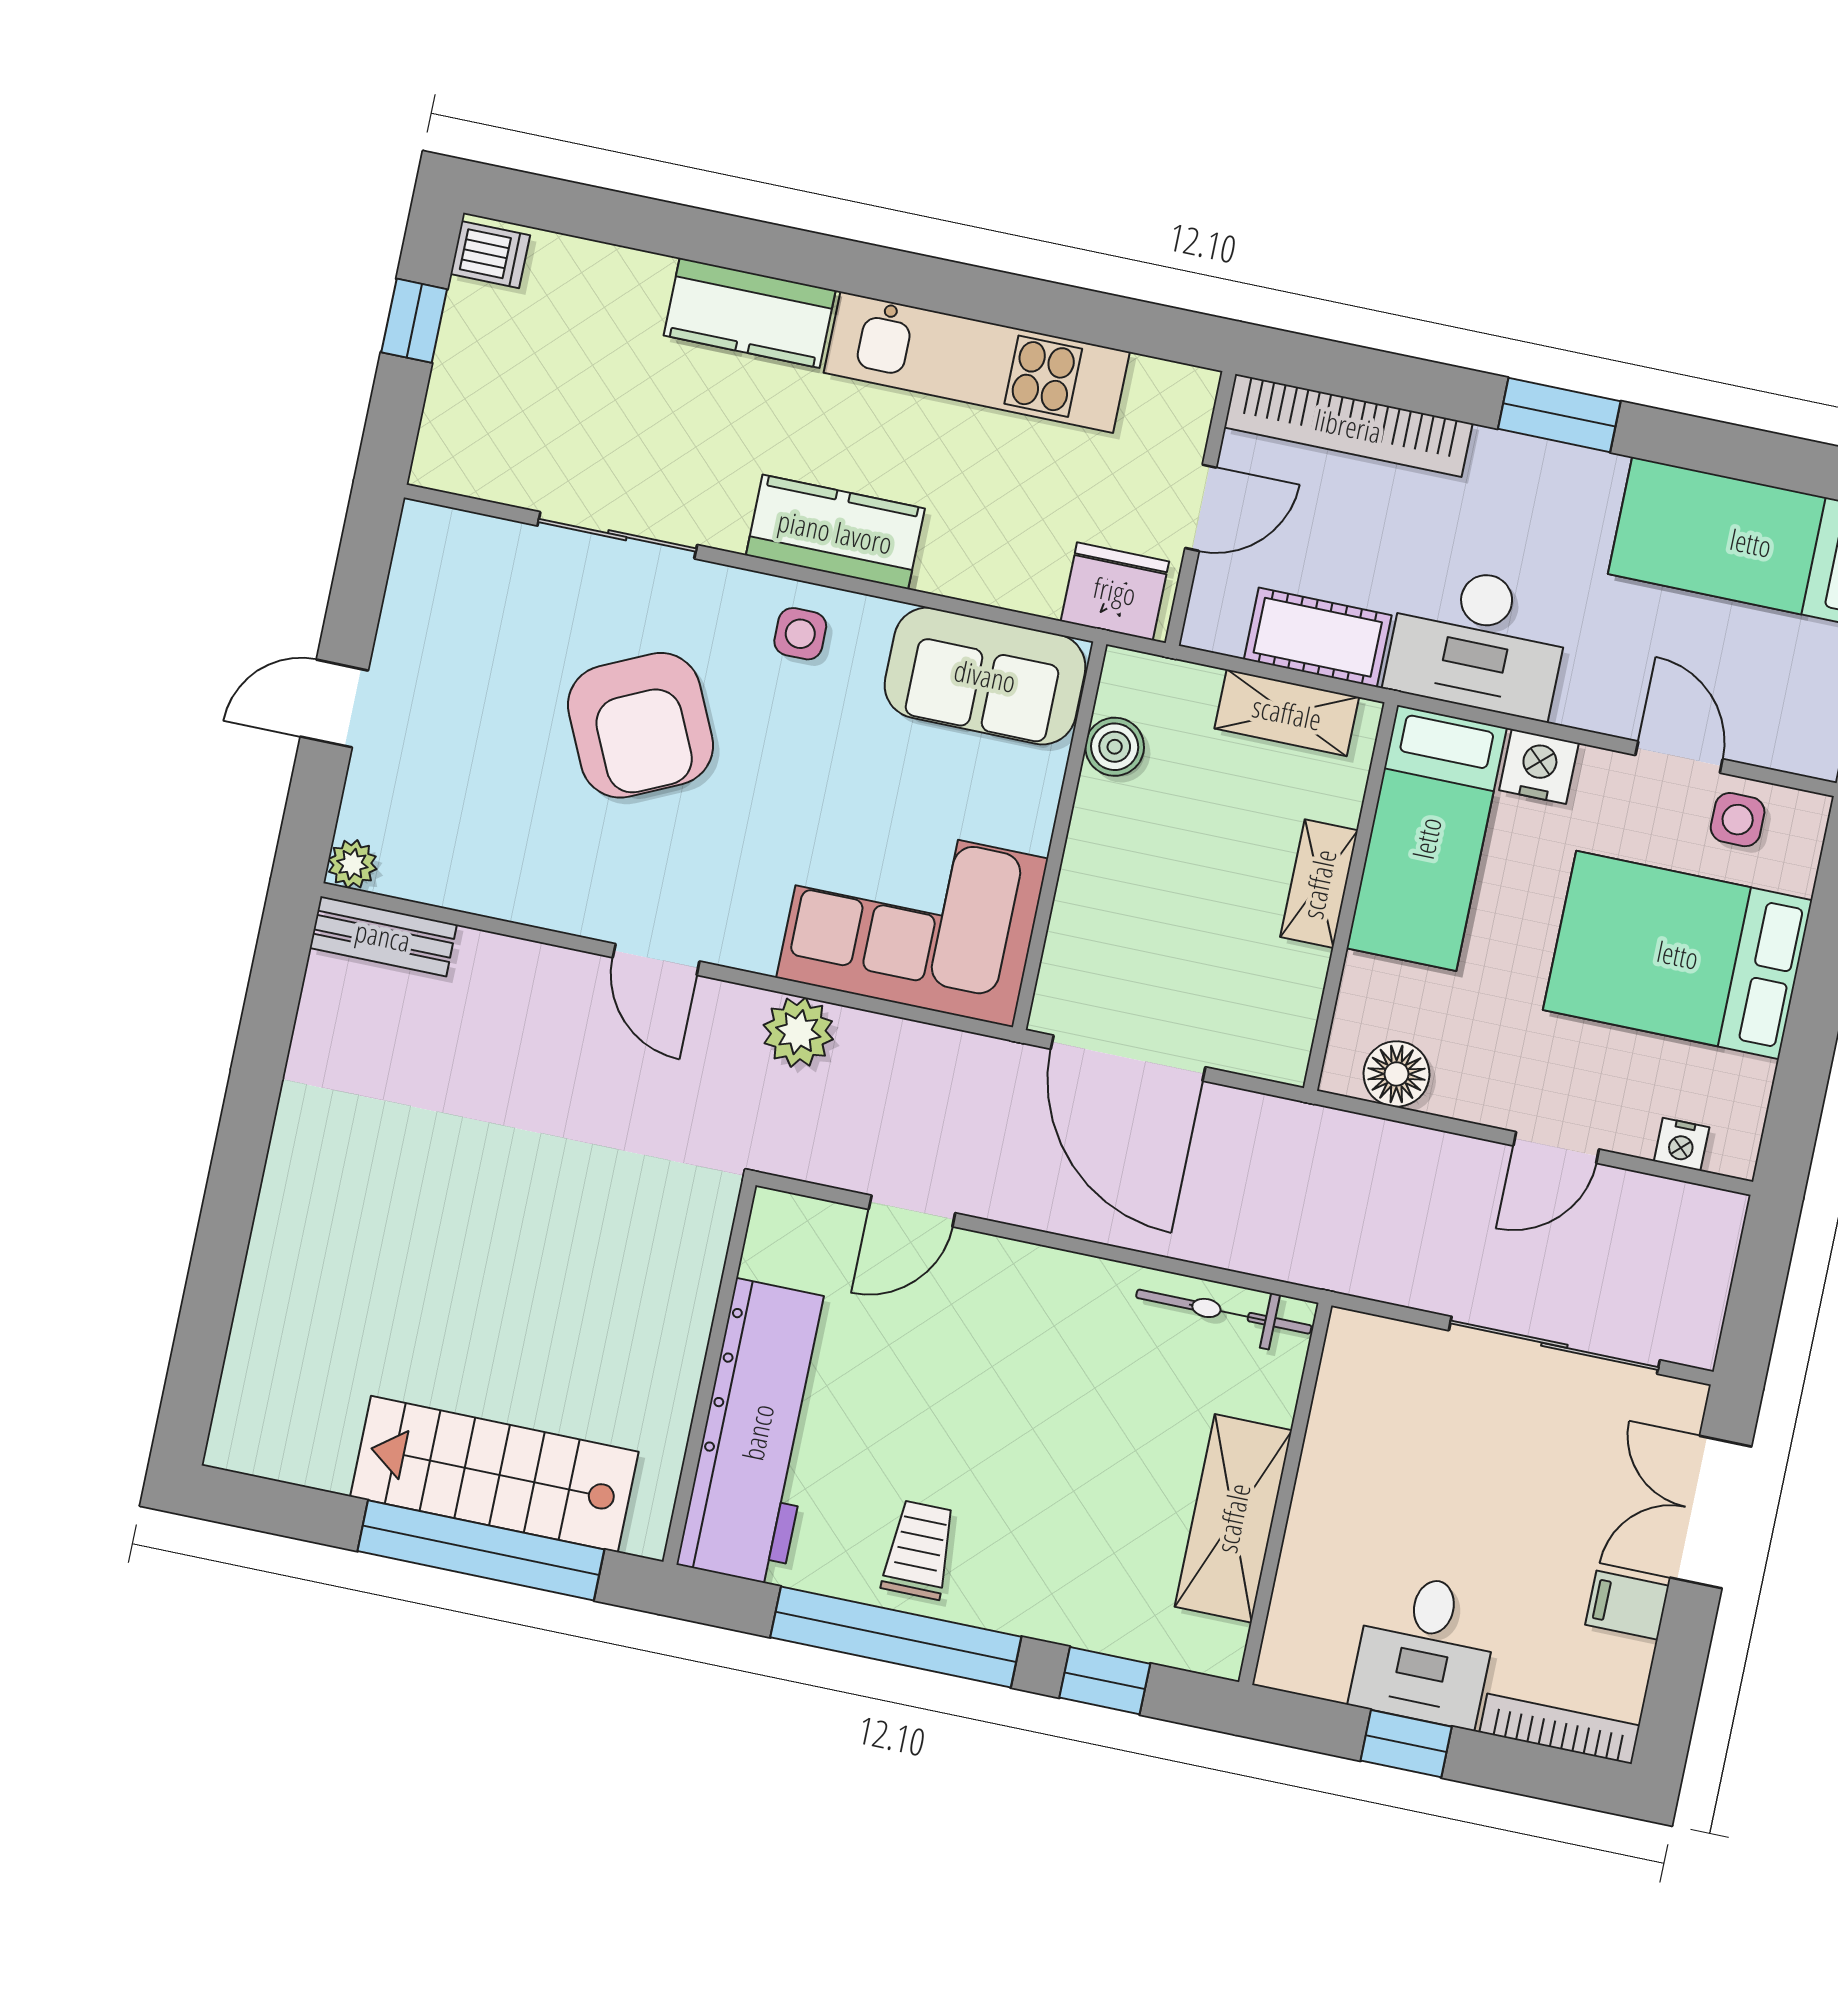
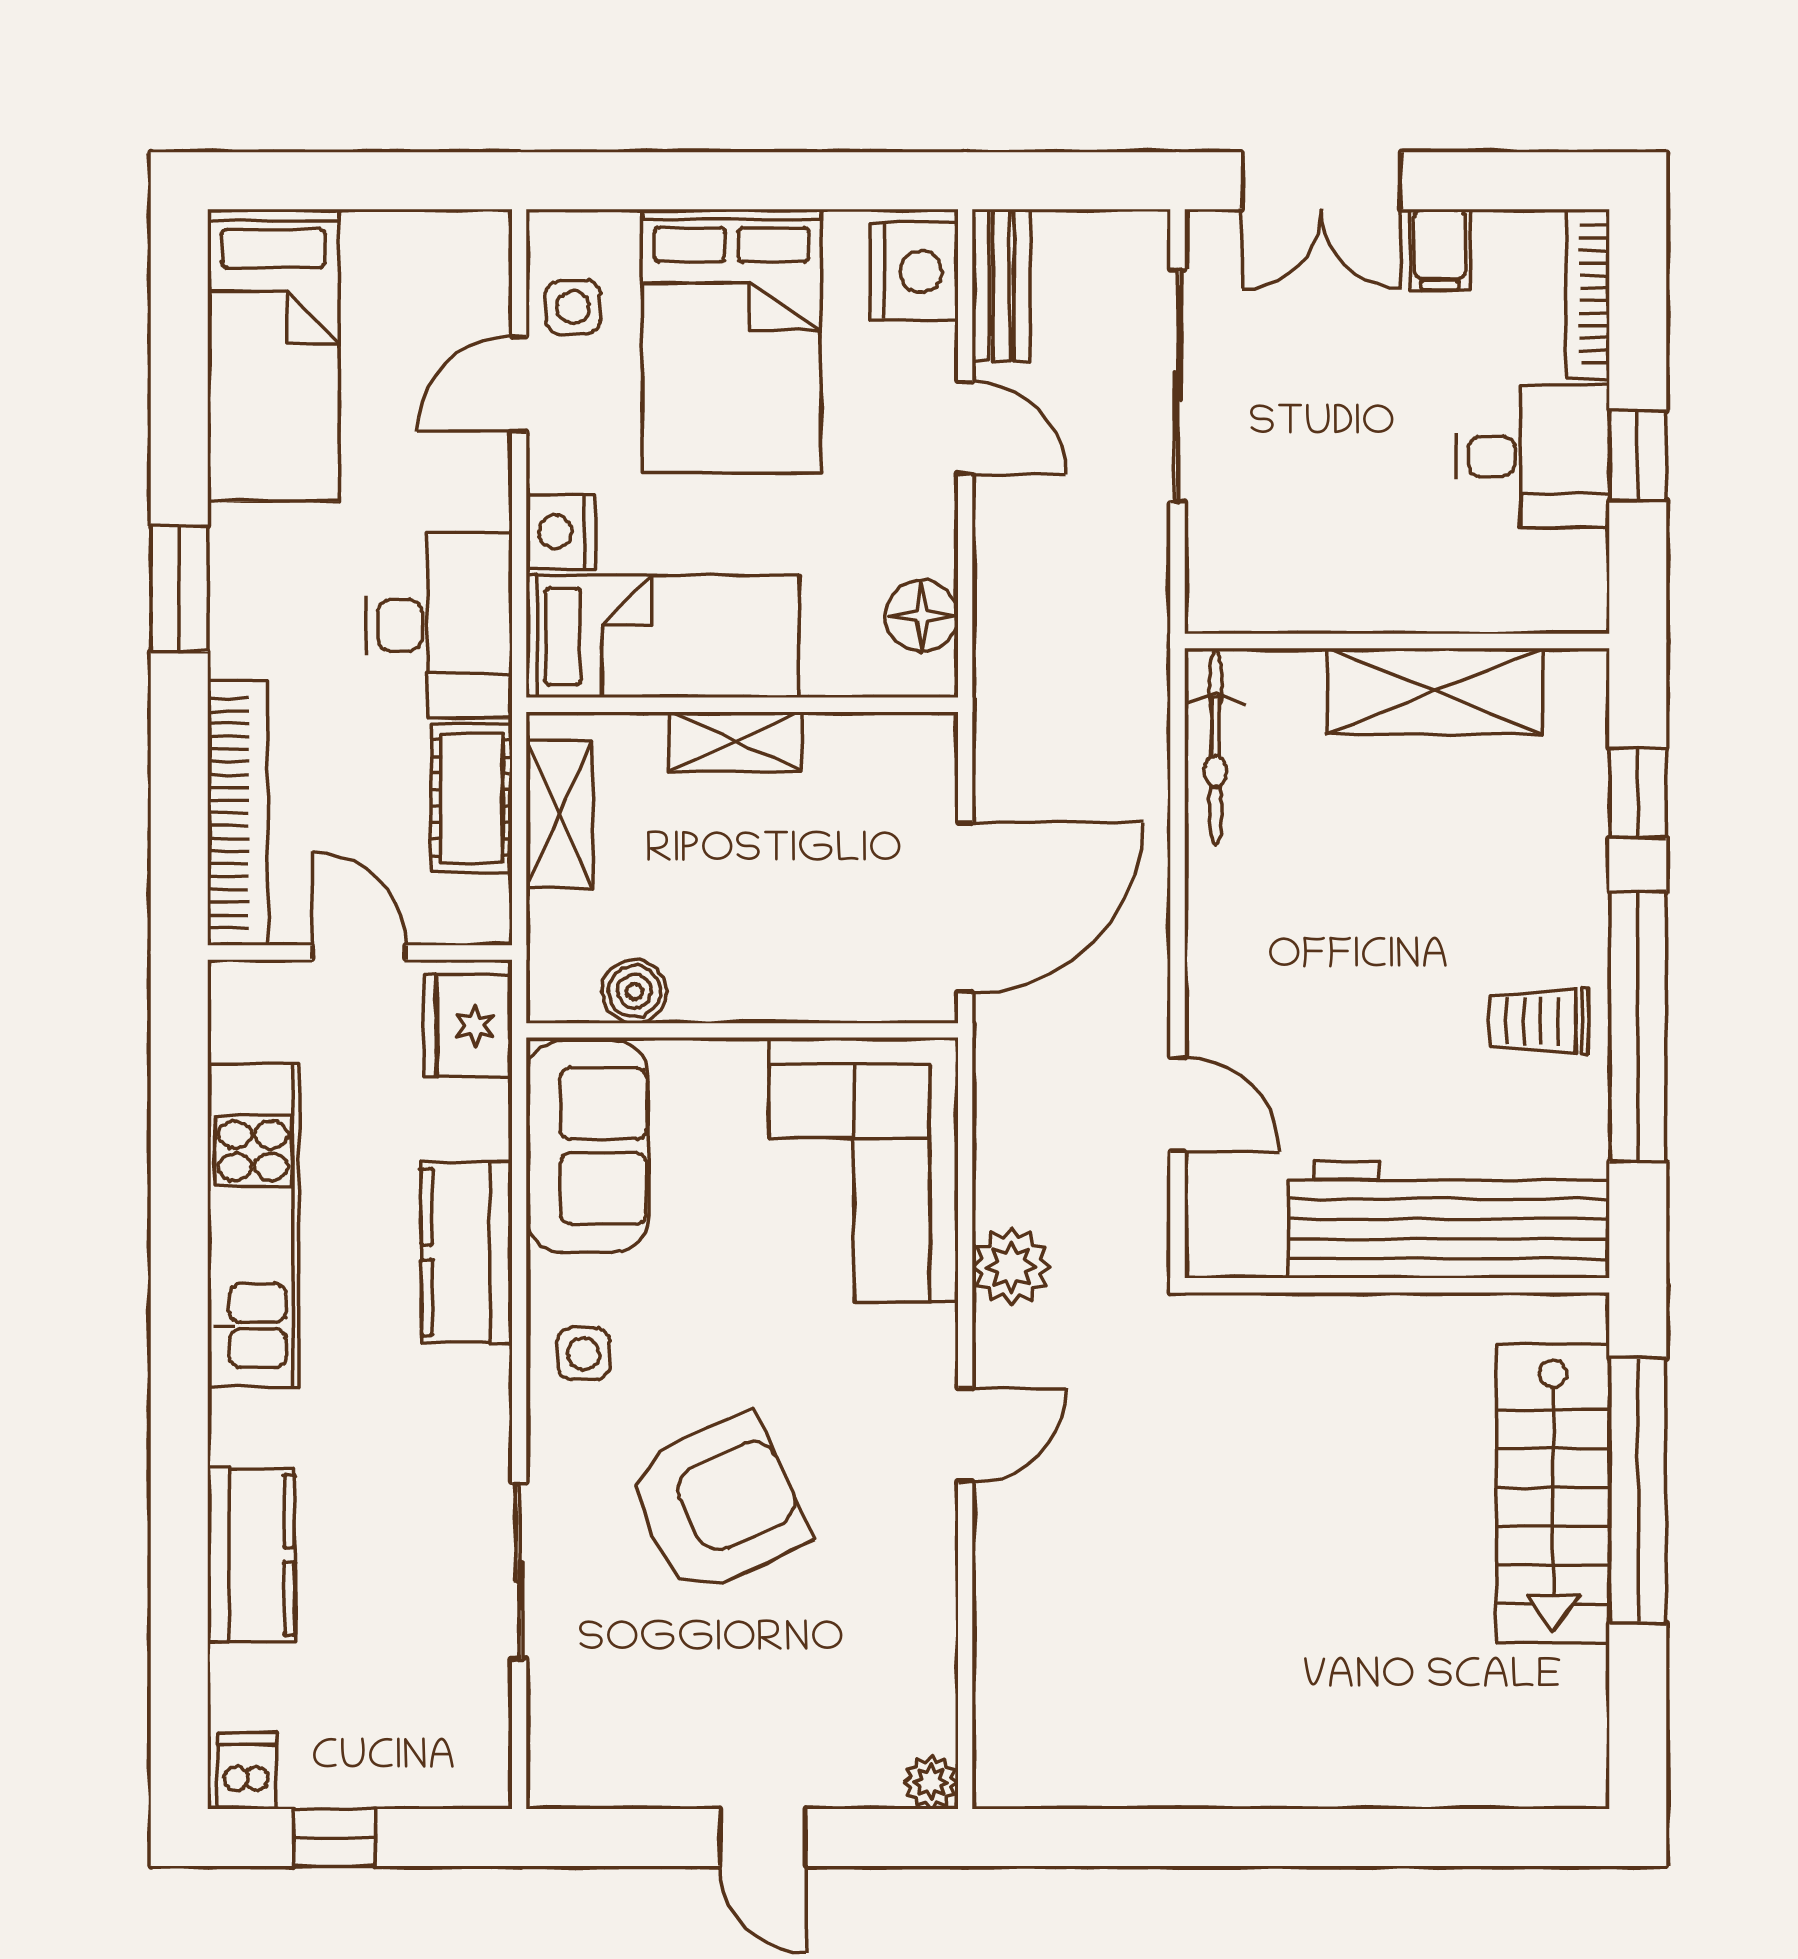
kitchen counter: (750, 313) -> (251, 1555), moved
kitchen counter: (835, 532) -> (467, 1252), moved
bench: (383, 936) -> (1001, 285), moved
nightstand: (1682, 1144) -> (914, 272), width x1.89, depth x1.79

